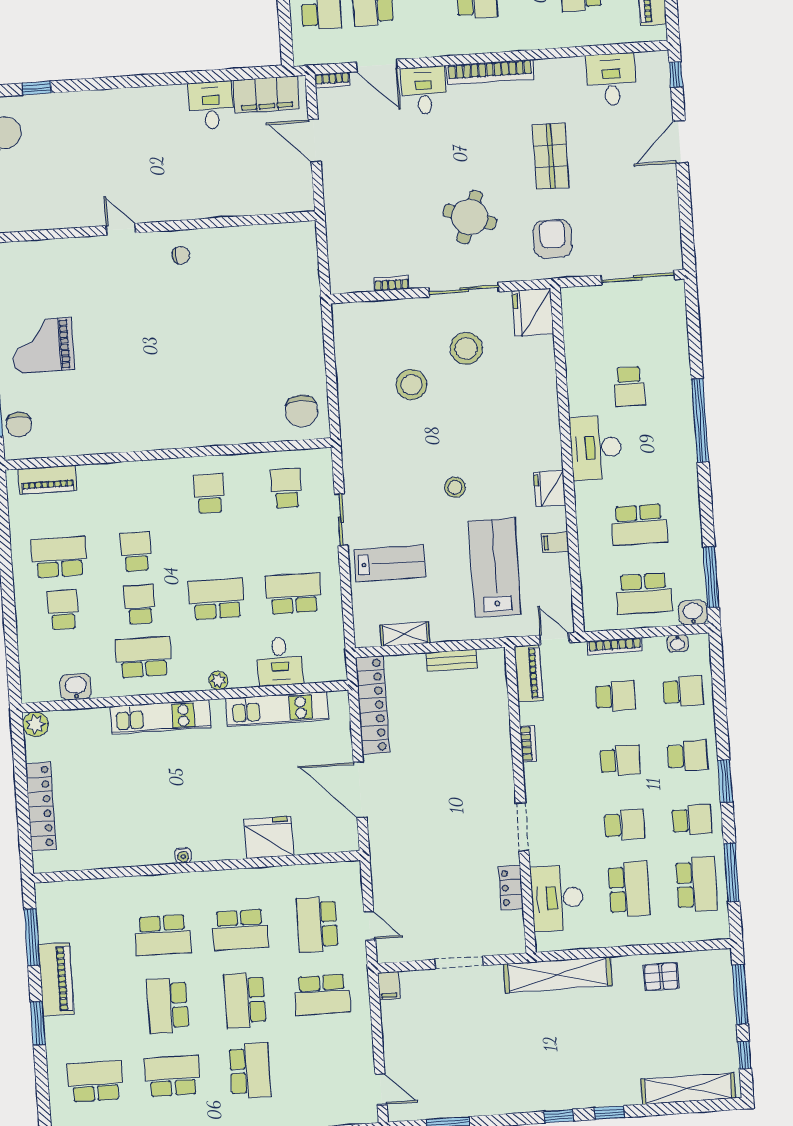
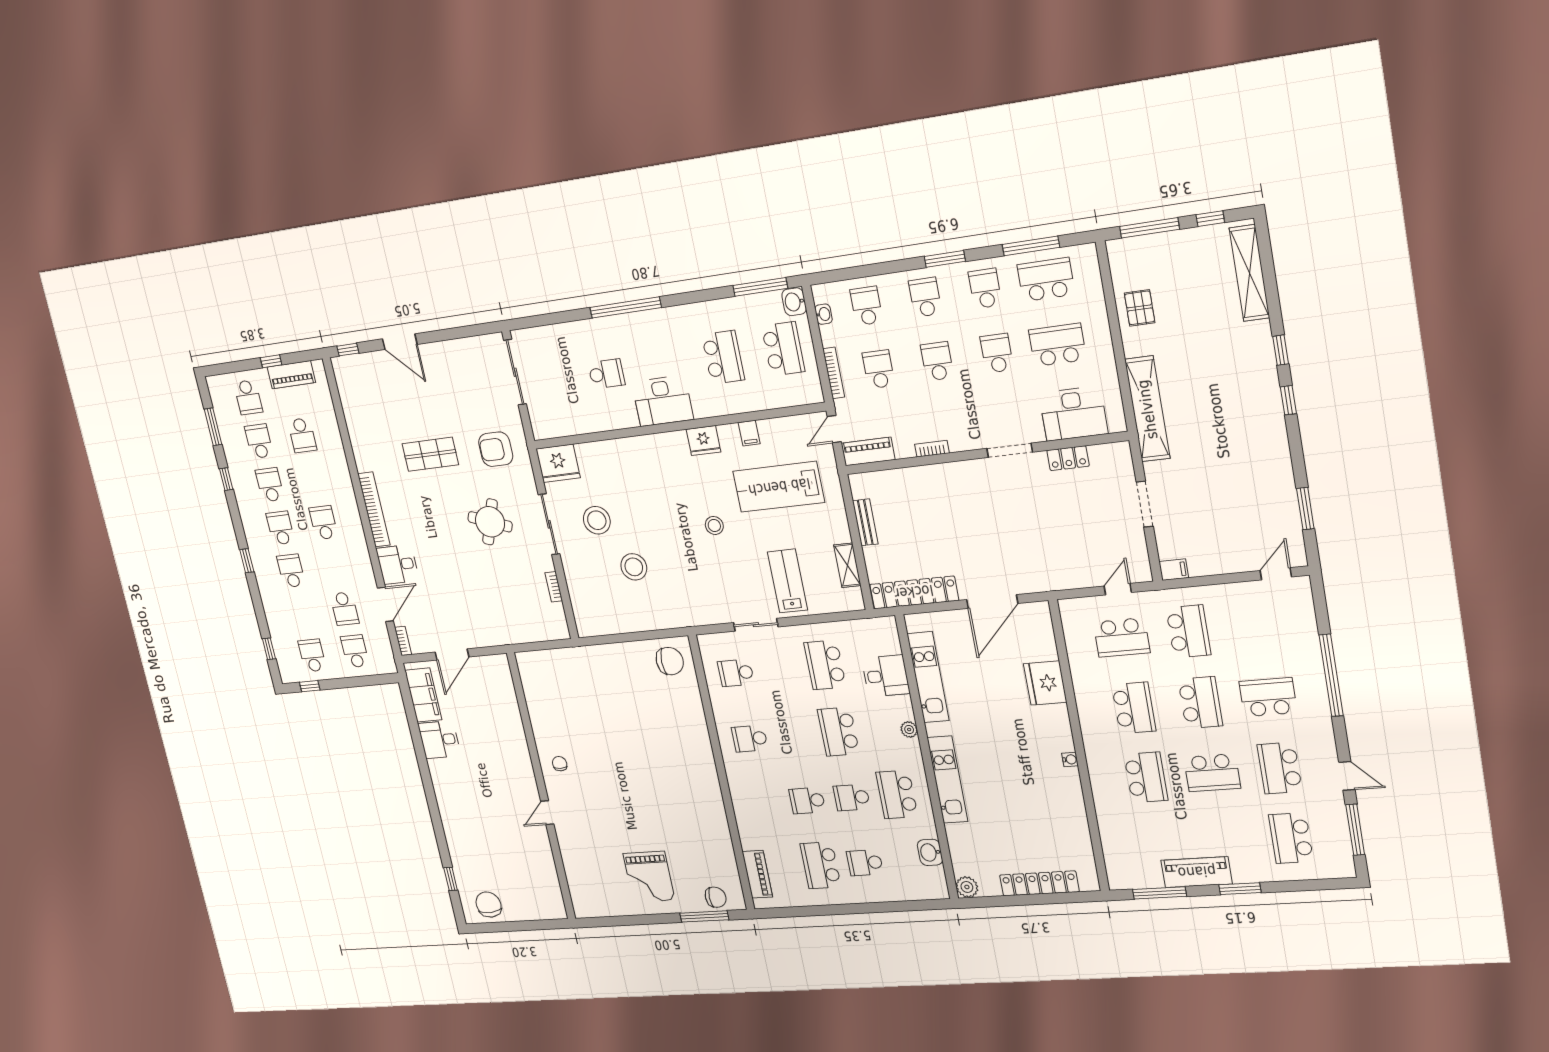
desk: (611, 79) -> (361, 405), removed
school desk: (245, 1000) -> (1200, 703), turned -90

